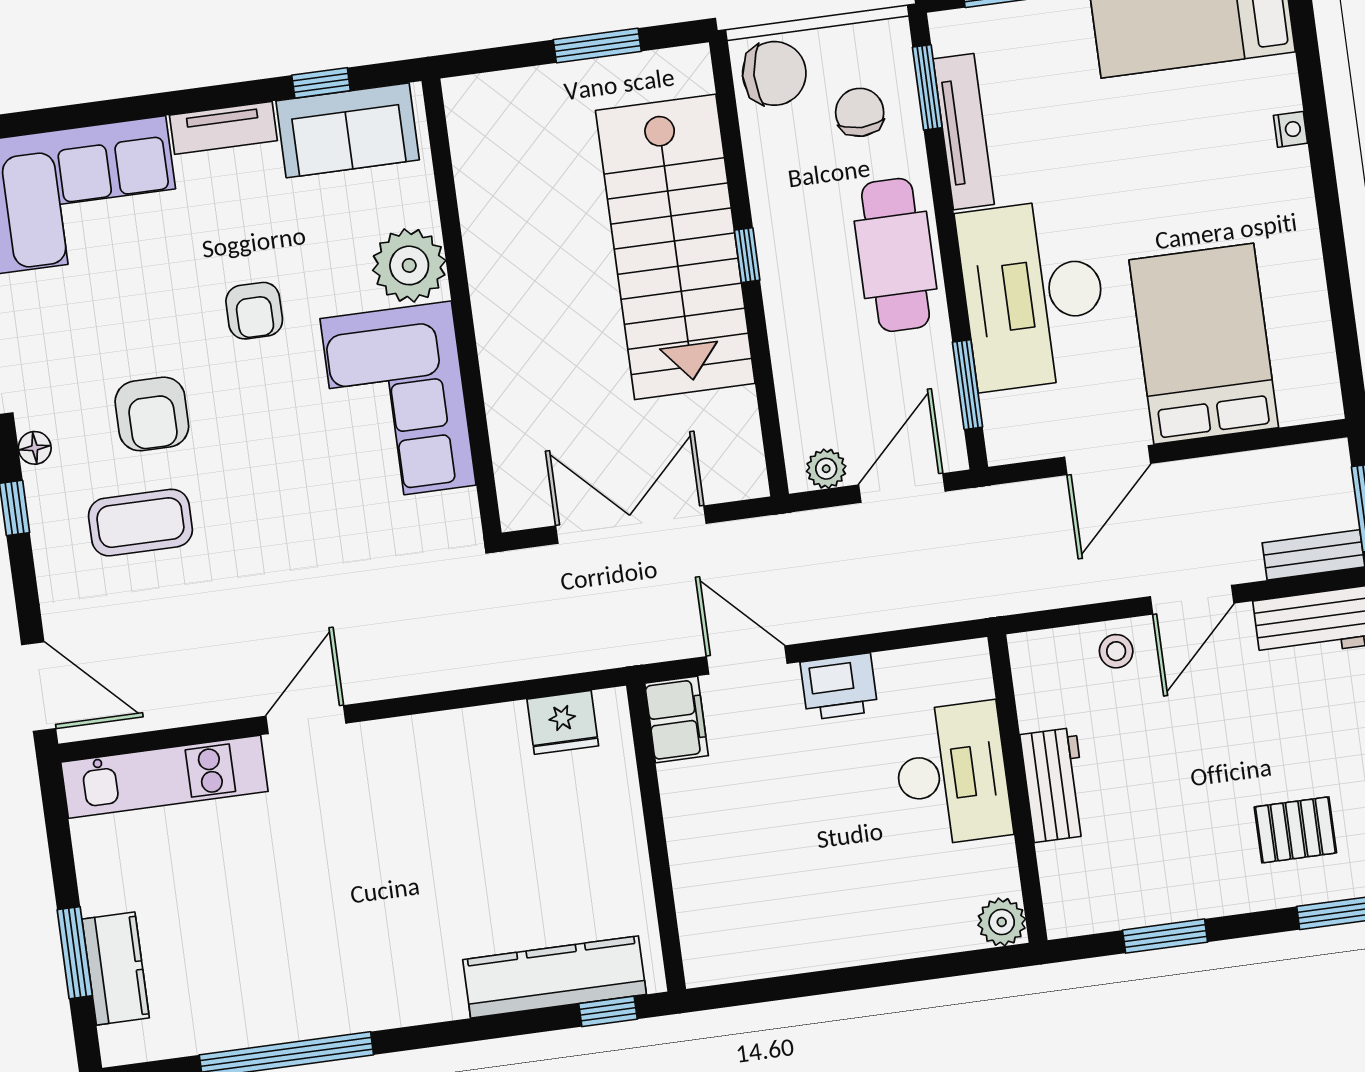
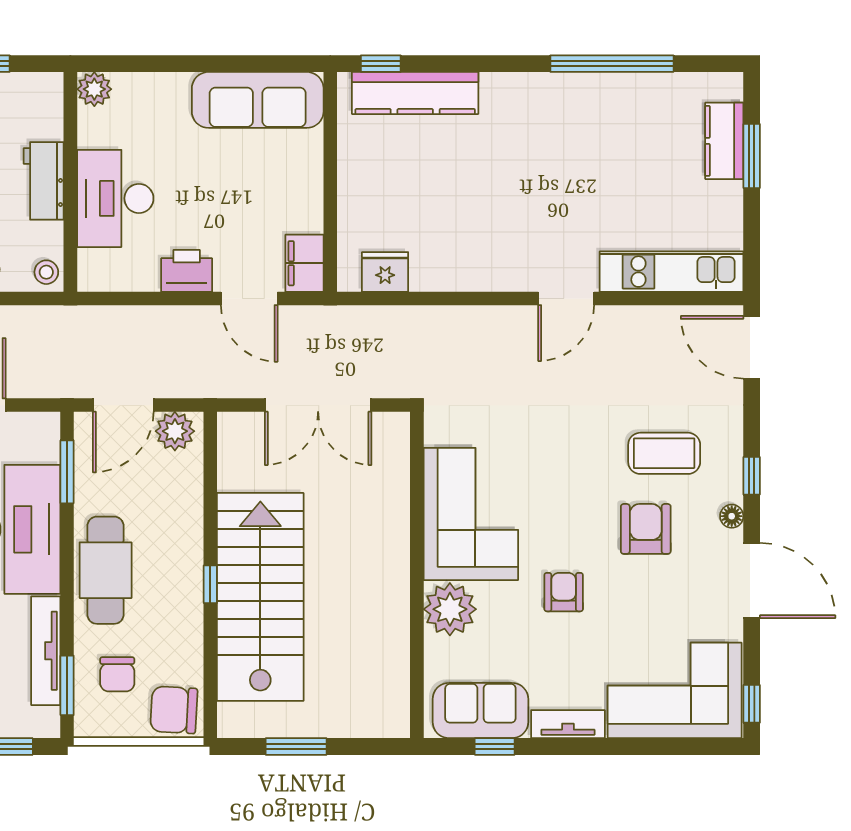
plant: (826, 469) -> (175, 431), width x1.38, depth x1.38
stool: (1034, 658) -> (46, 272), added
sofa: (772, 938) -> (258, 100), added

